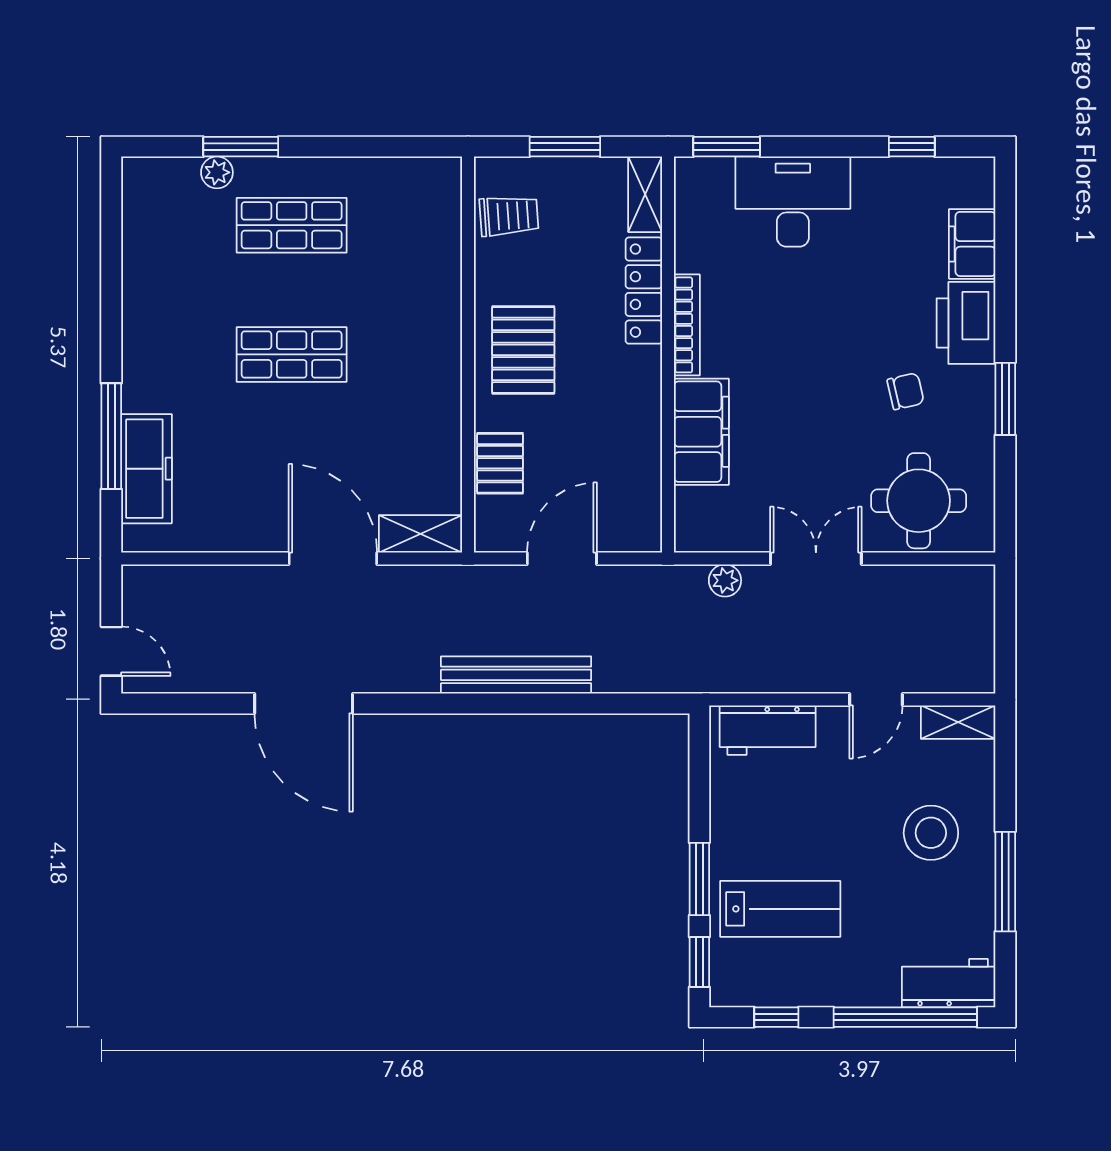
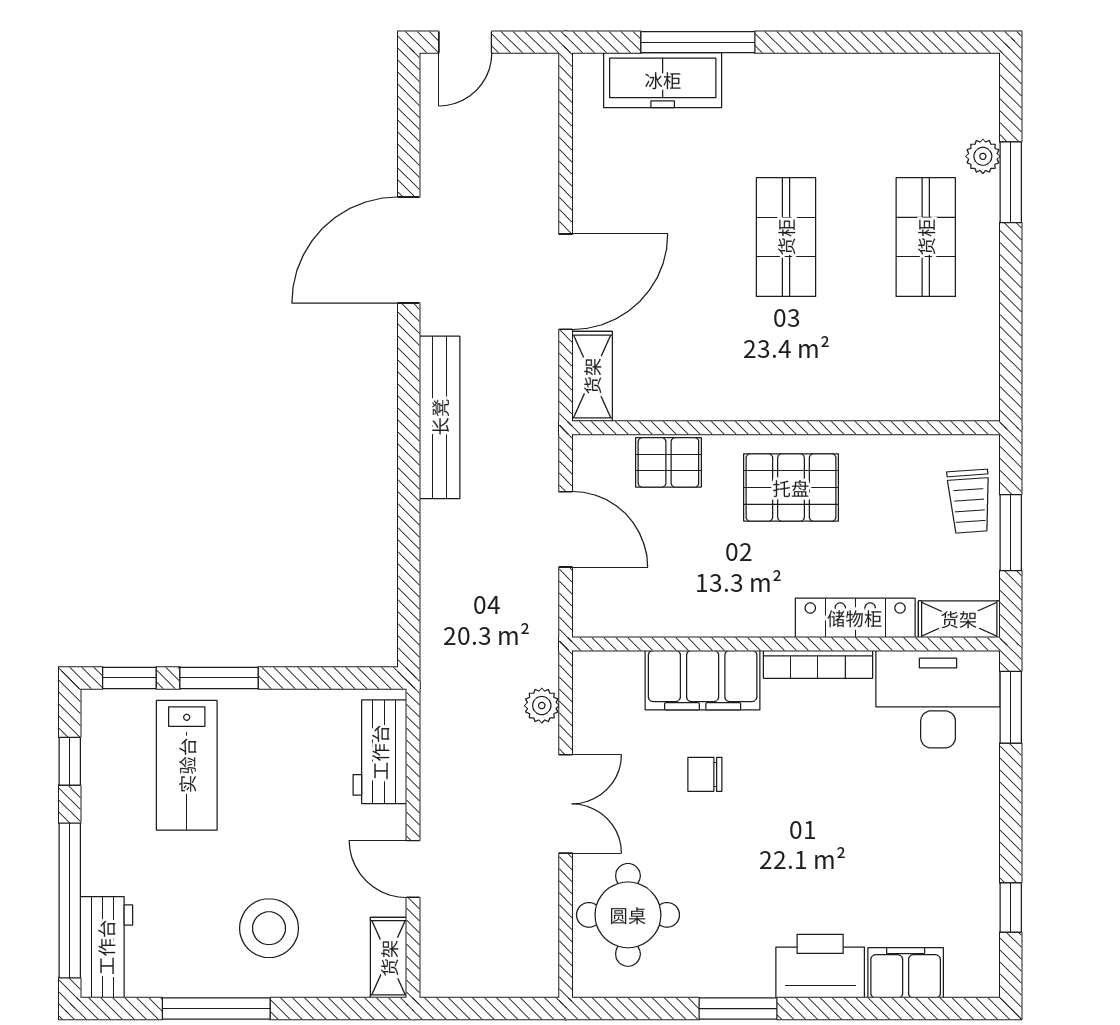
desk: (793, 202) -> (938, 699), moved, turned -90
trolley: (509, 216) -> (969, 501), moved
chair: (906, 391) -> (705, 774), moved, turned 103
bench: (516, 675) -> (440, 417), moved

